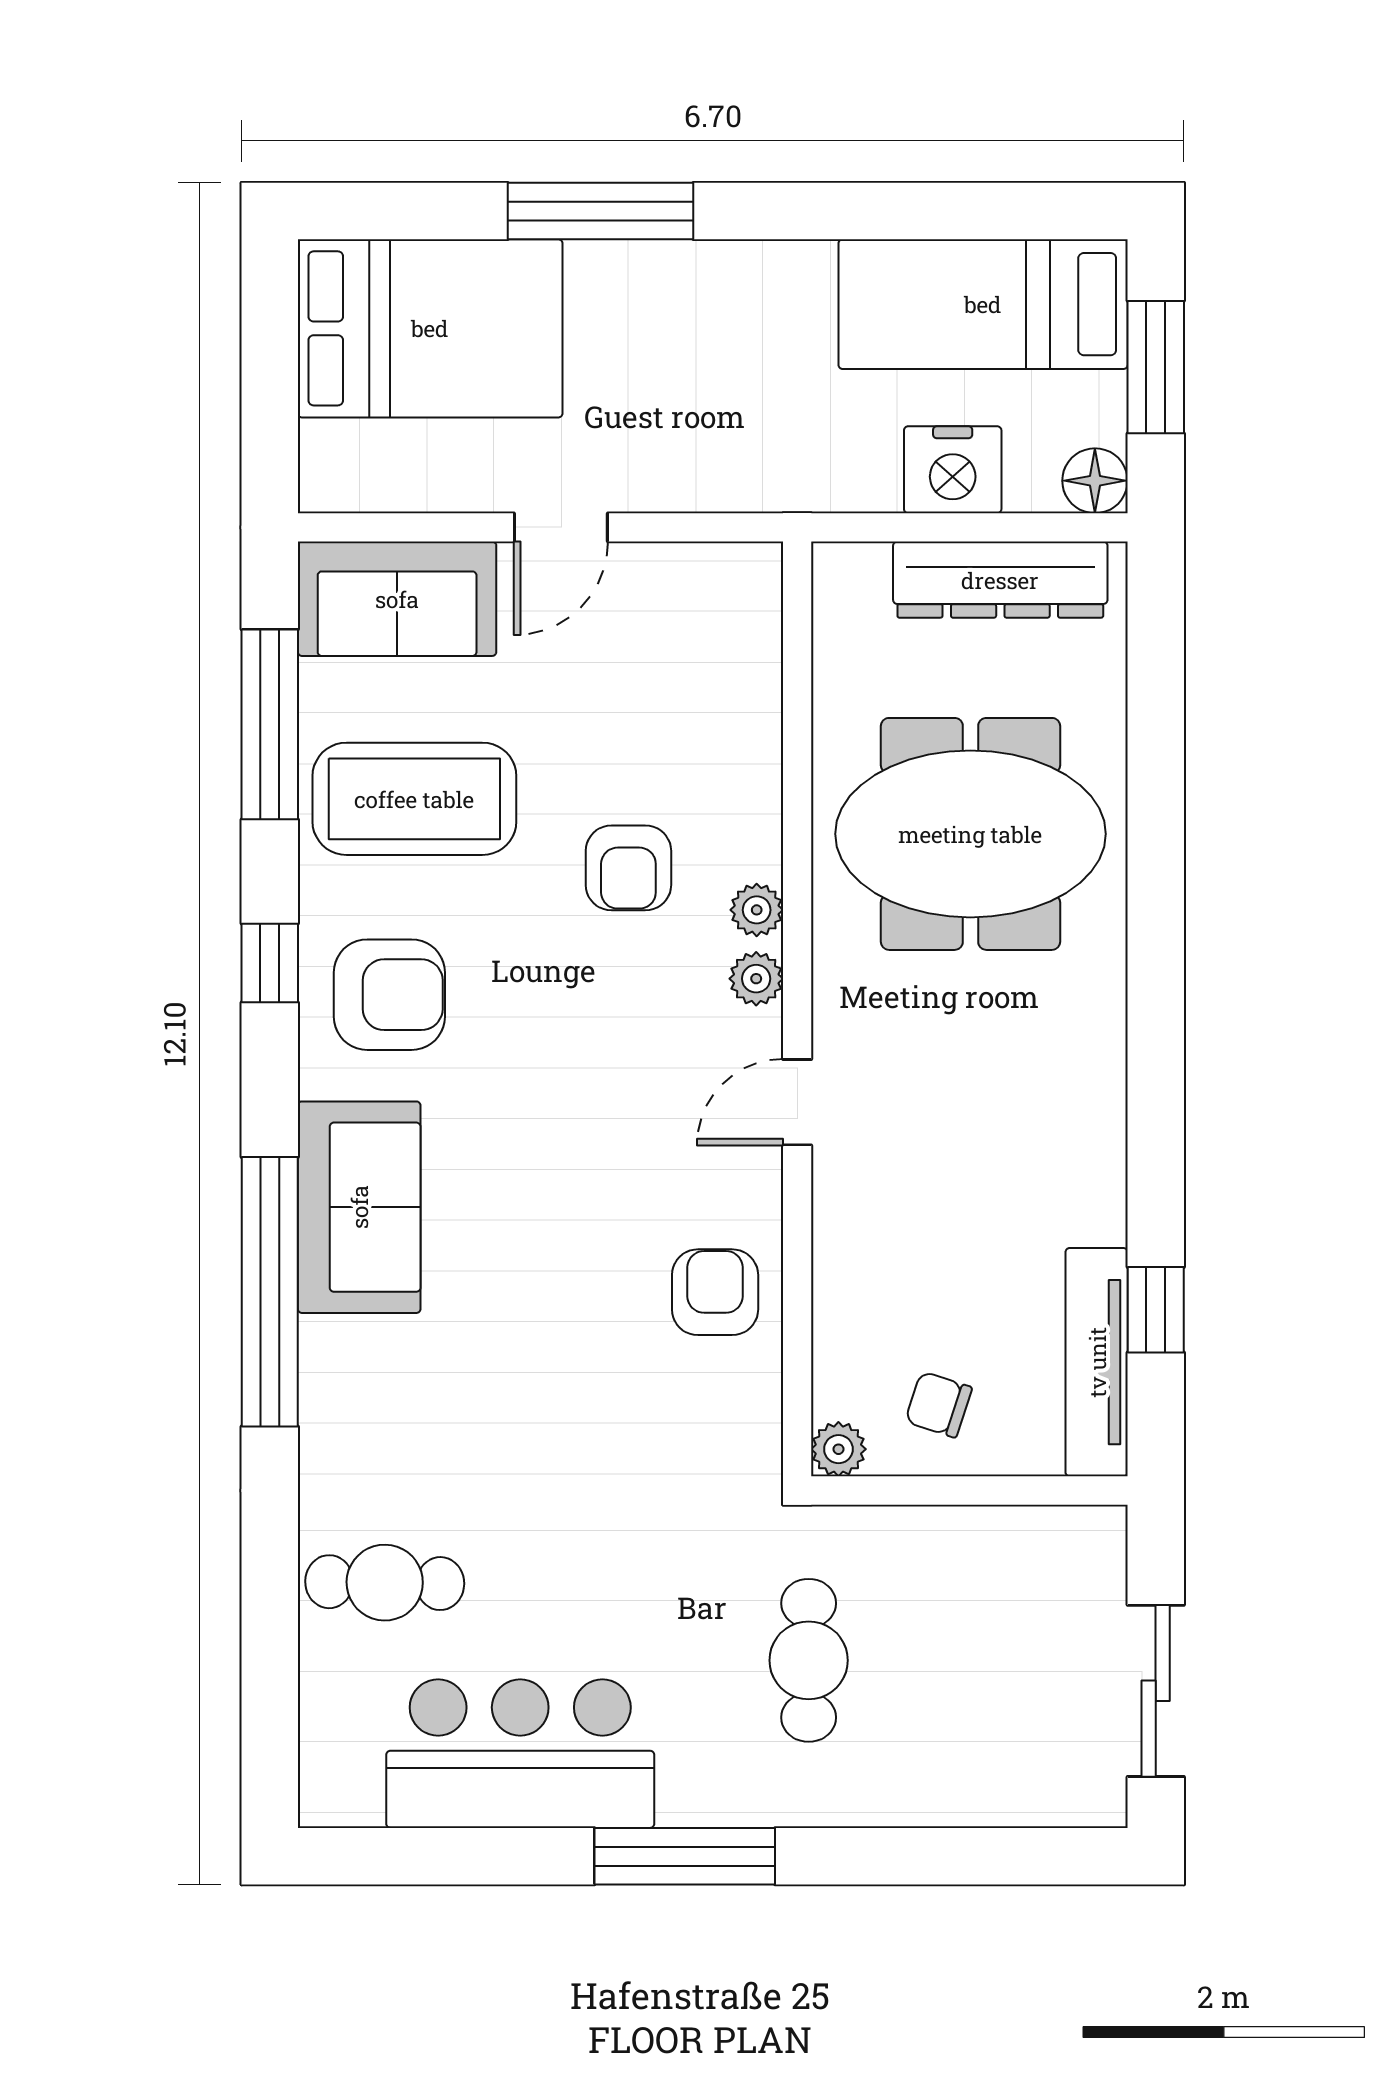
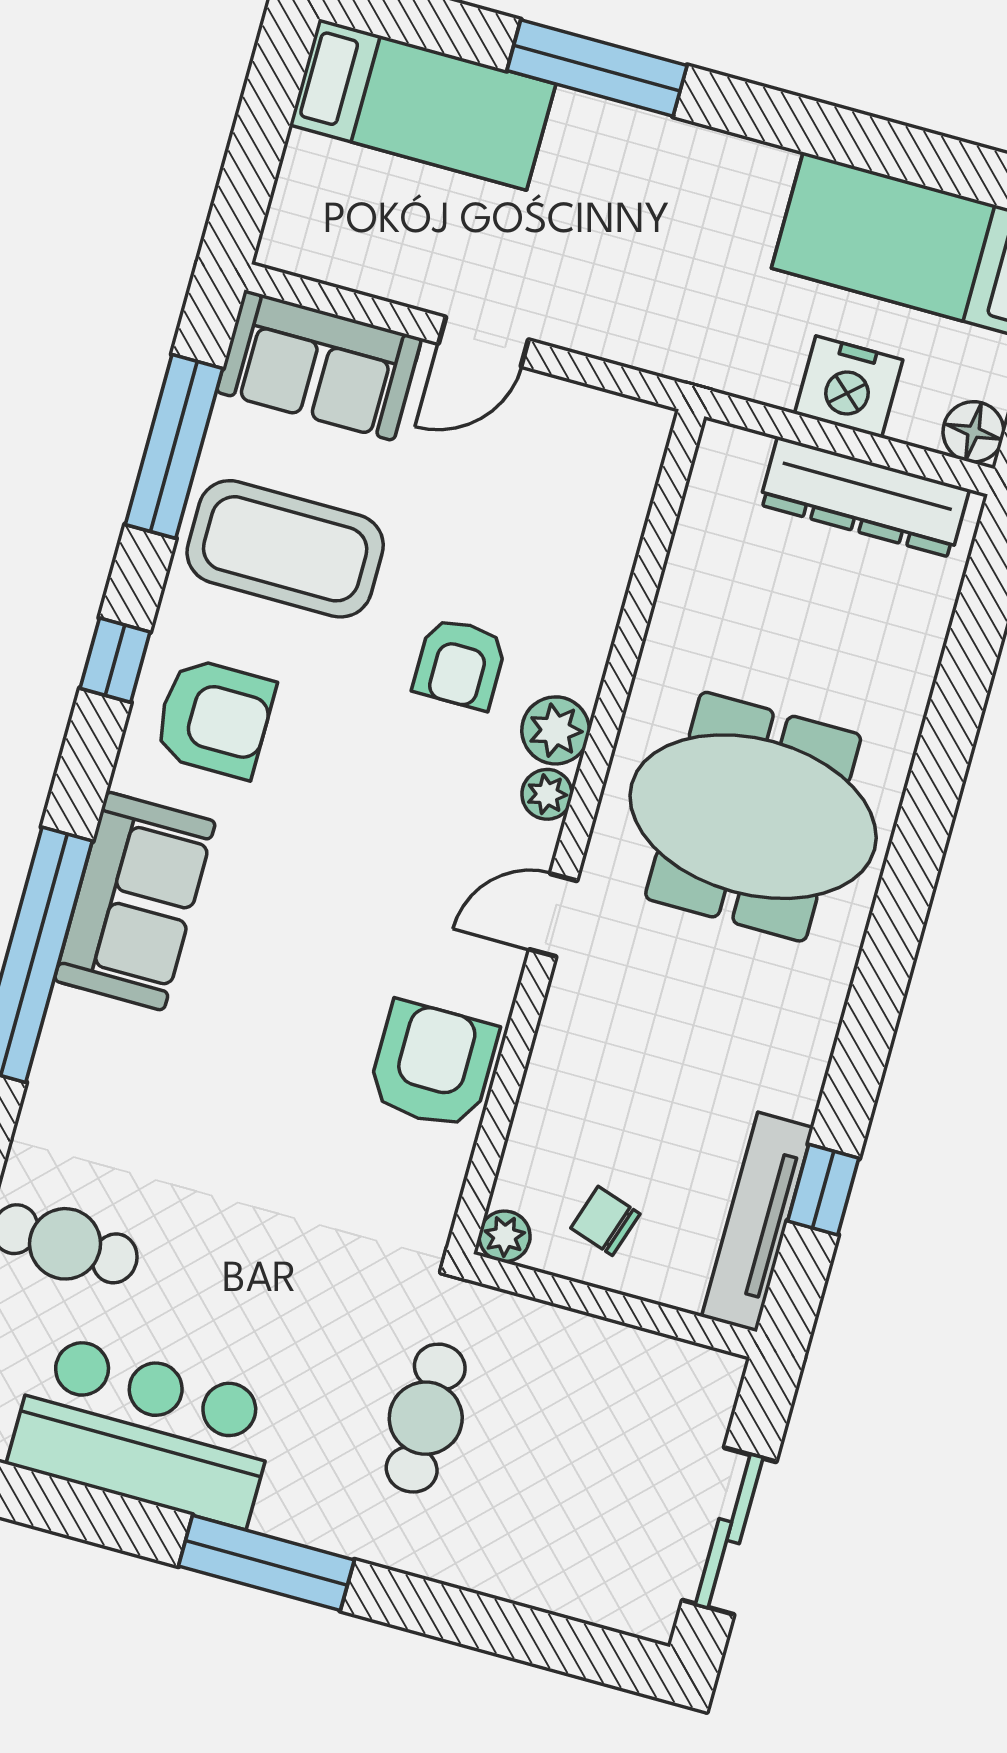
bed: (430, 328) -> (423, 104), width x0.67
meeting table: (970, 834) -> (753, 817), moved
plant: (757, 910) -> (556, 730), width x1.38, depth x1.38
armchair: (715, 1292) -> (433, 1065), width x1.38, depth x1.38

